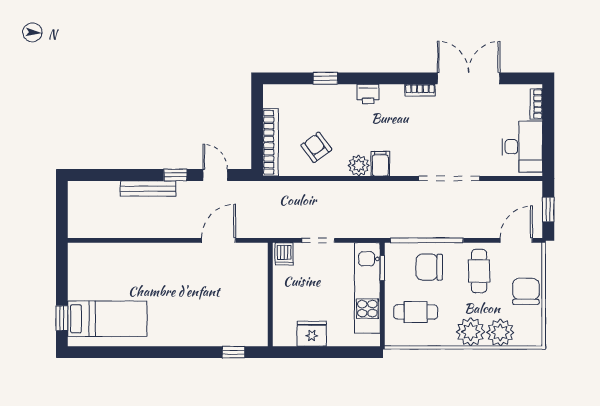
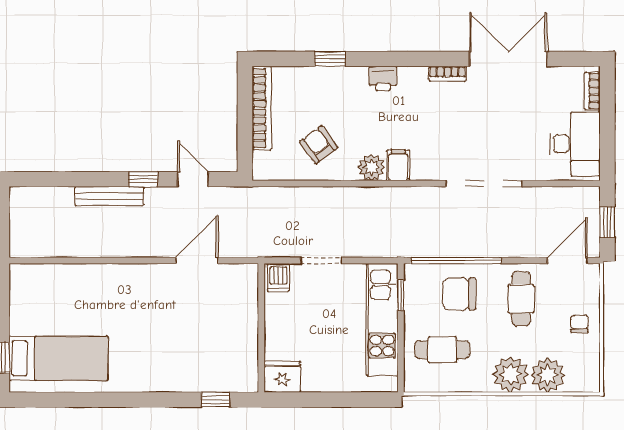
bookcase: (271, 142) -> (262, 108), moved
chair: (526, 291) -> (579, 324), width x0.54, depth x0.54
fridge: (312, 334) -> (282, 377), moved

